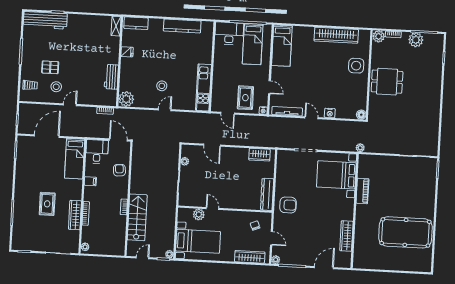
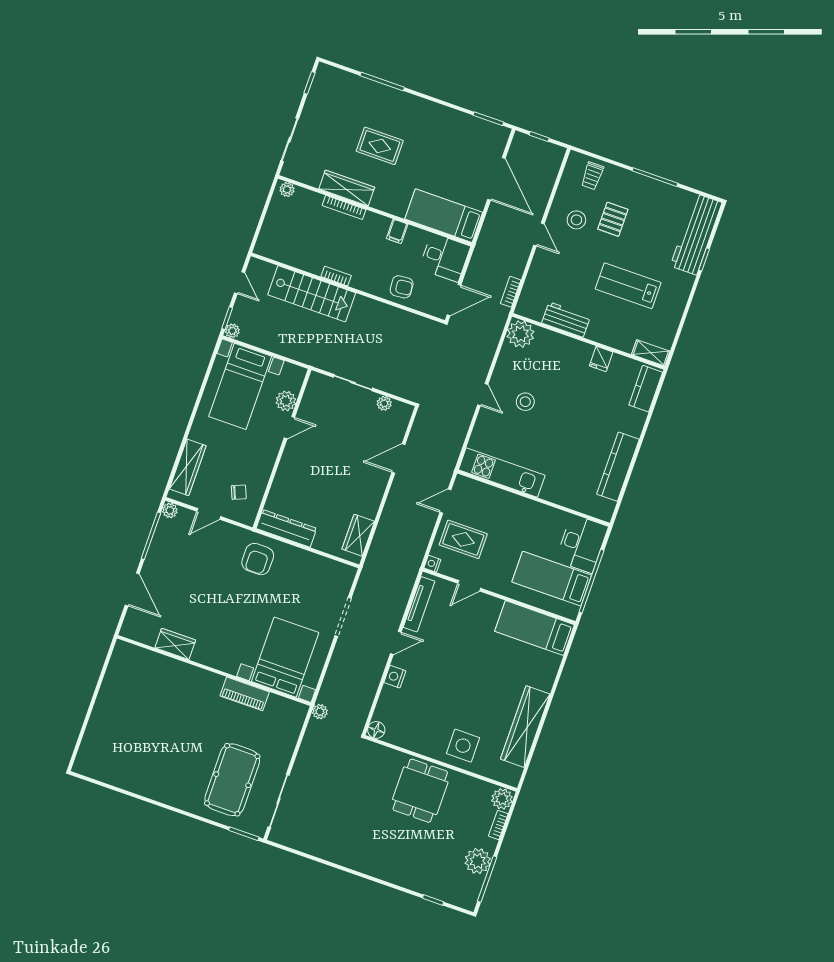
lab bench: (84, 49) -> (628, 286), added
pool table: (405, 232) -> (232, 780), moved, width x0.73, depth x0.76
wardrobe: (346, 236) -> (175, 644), width x0.67

